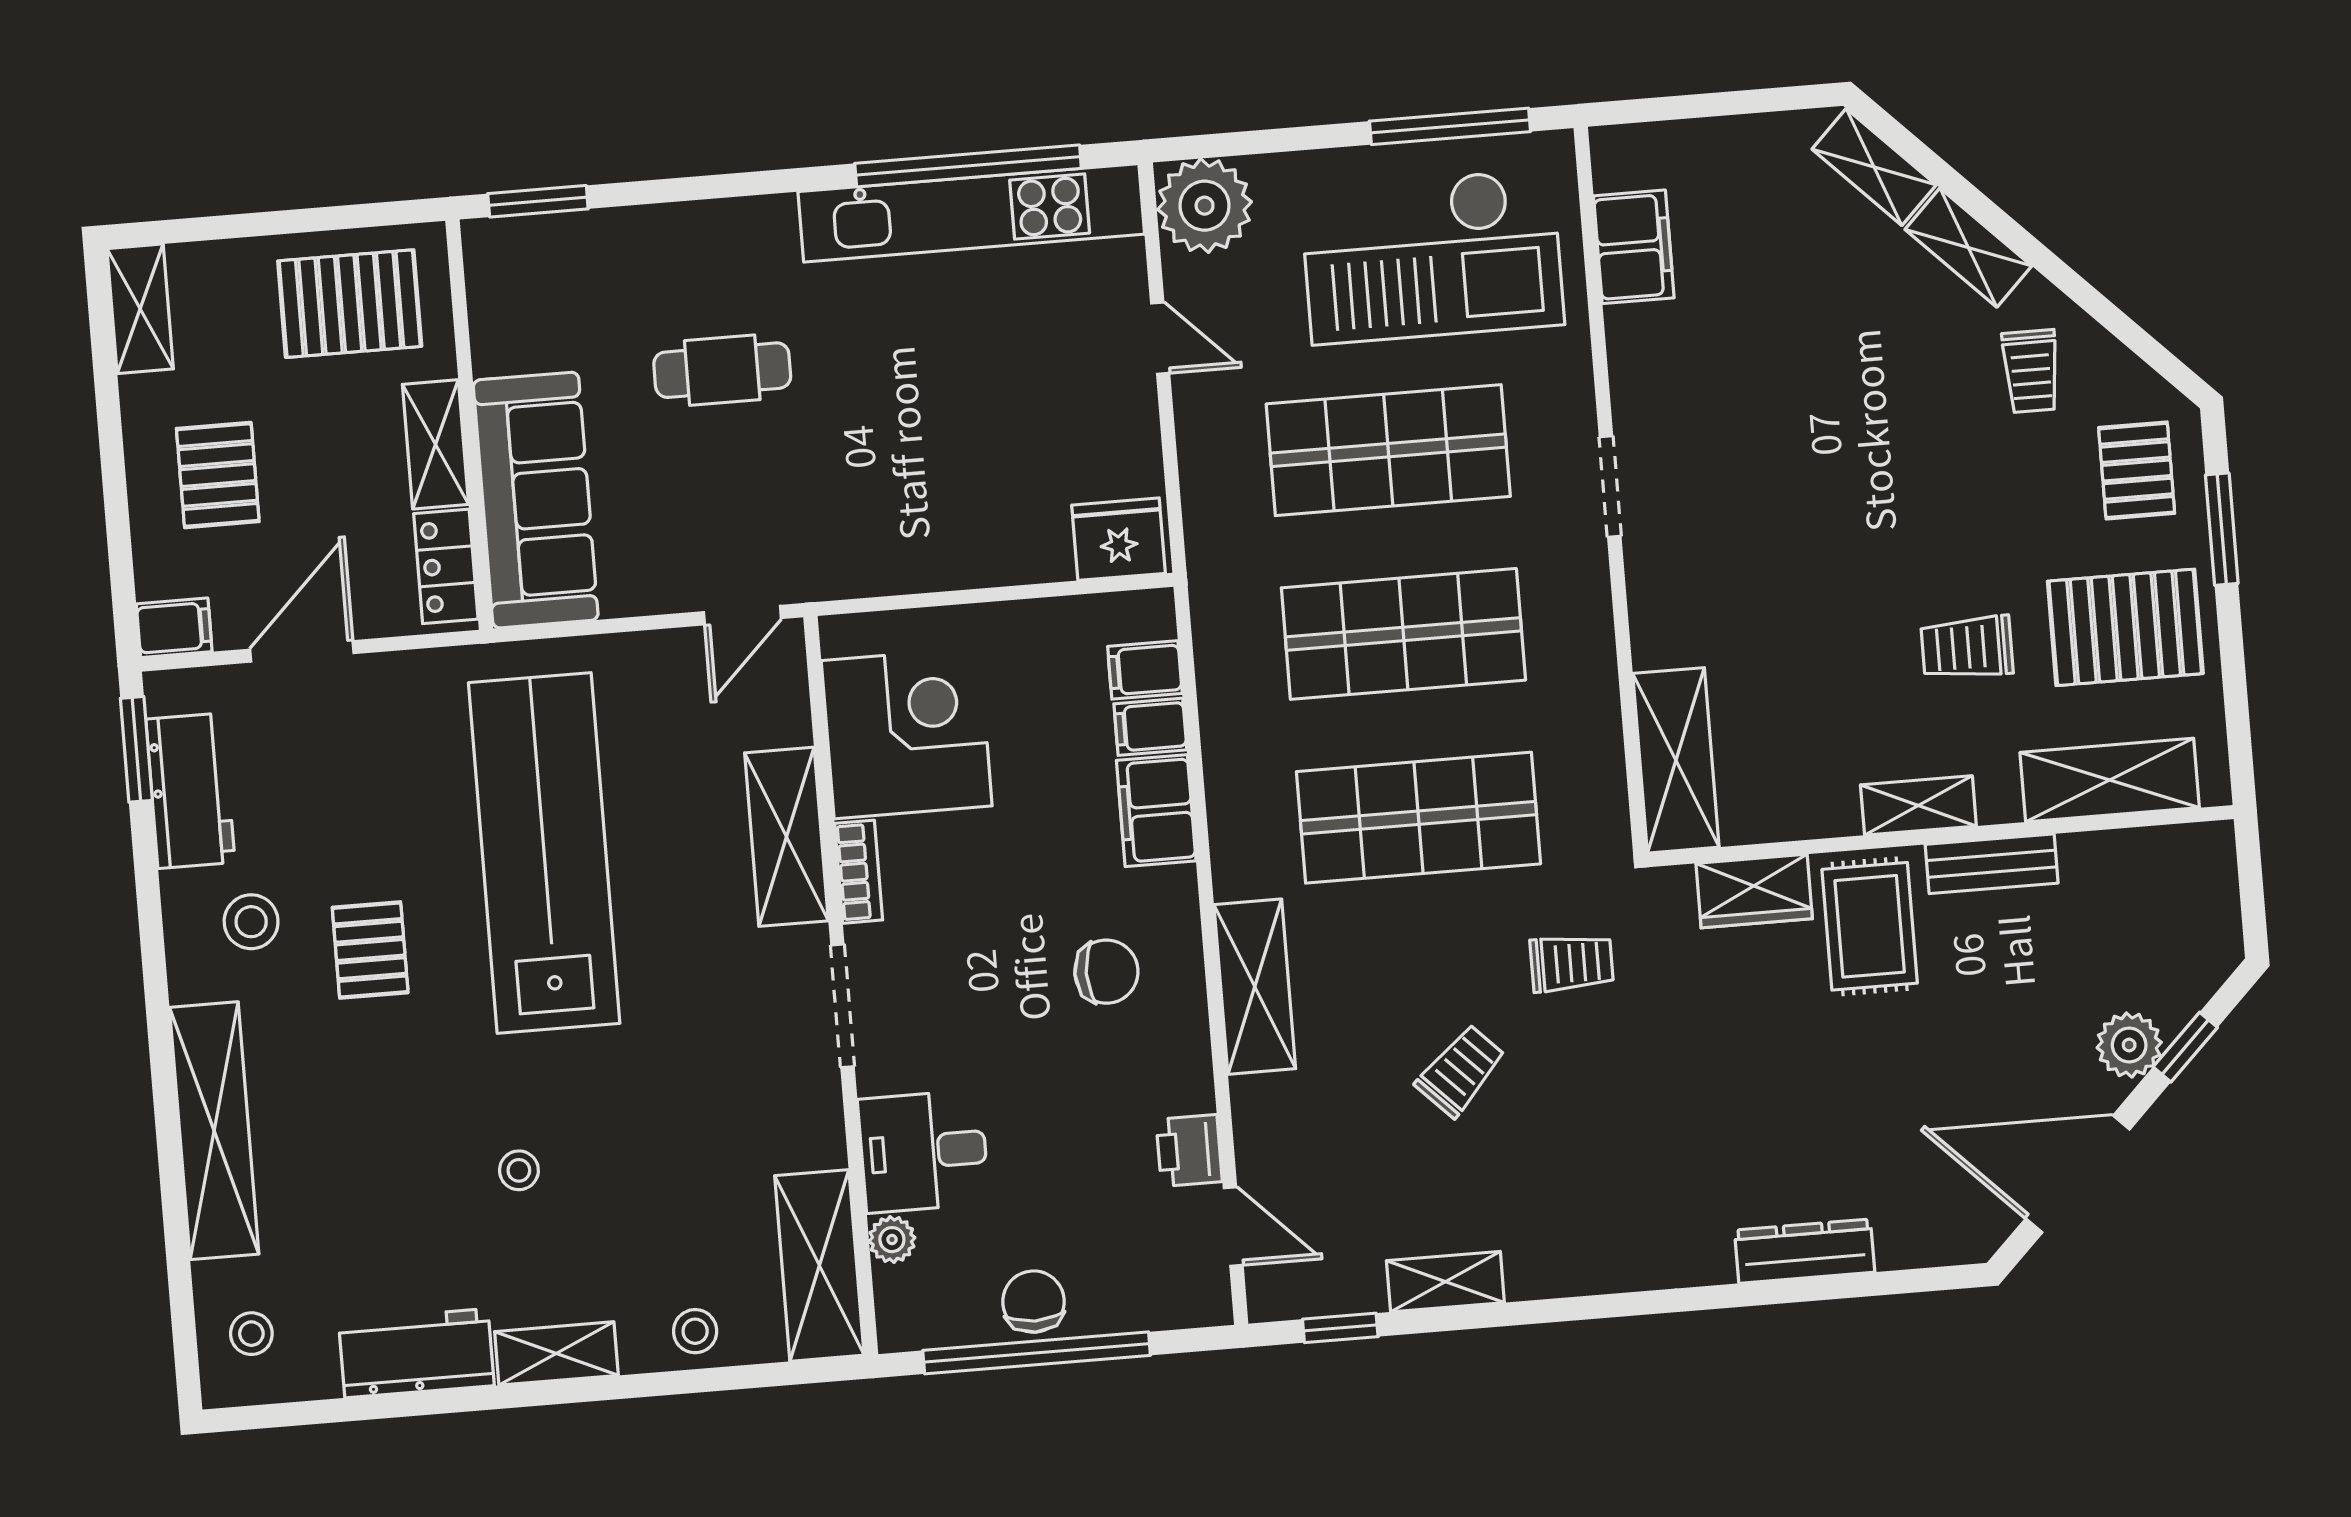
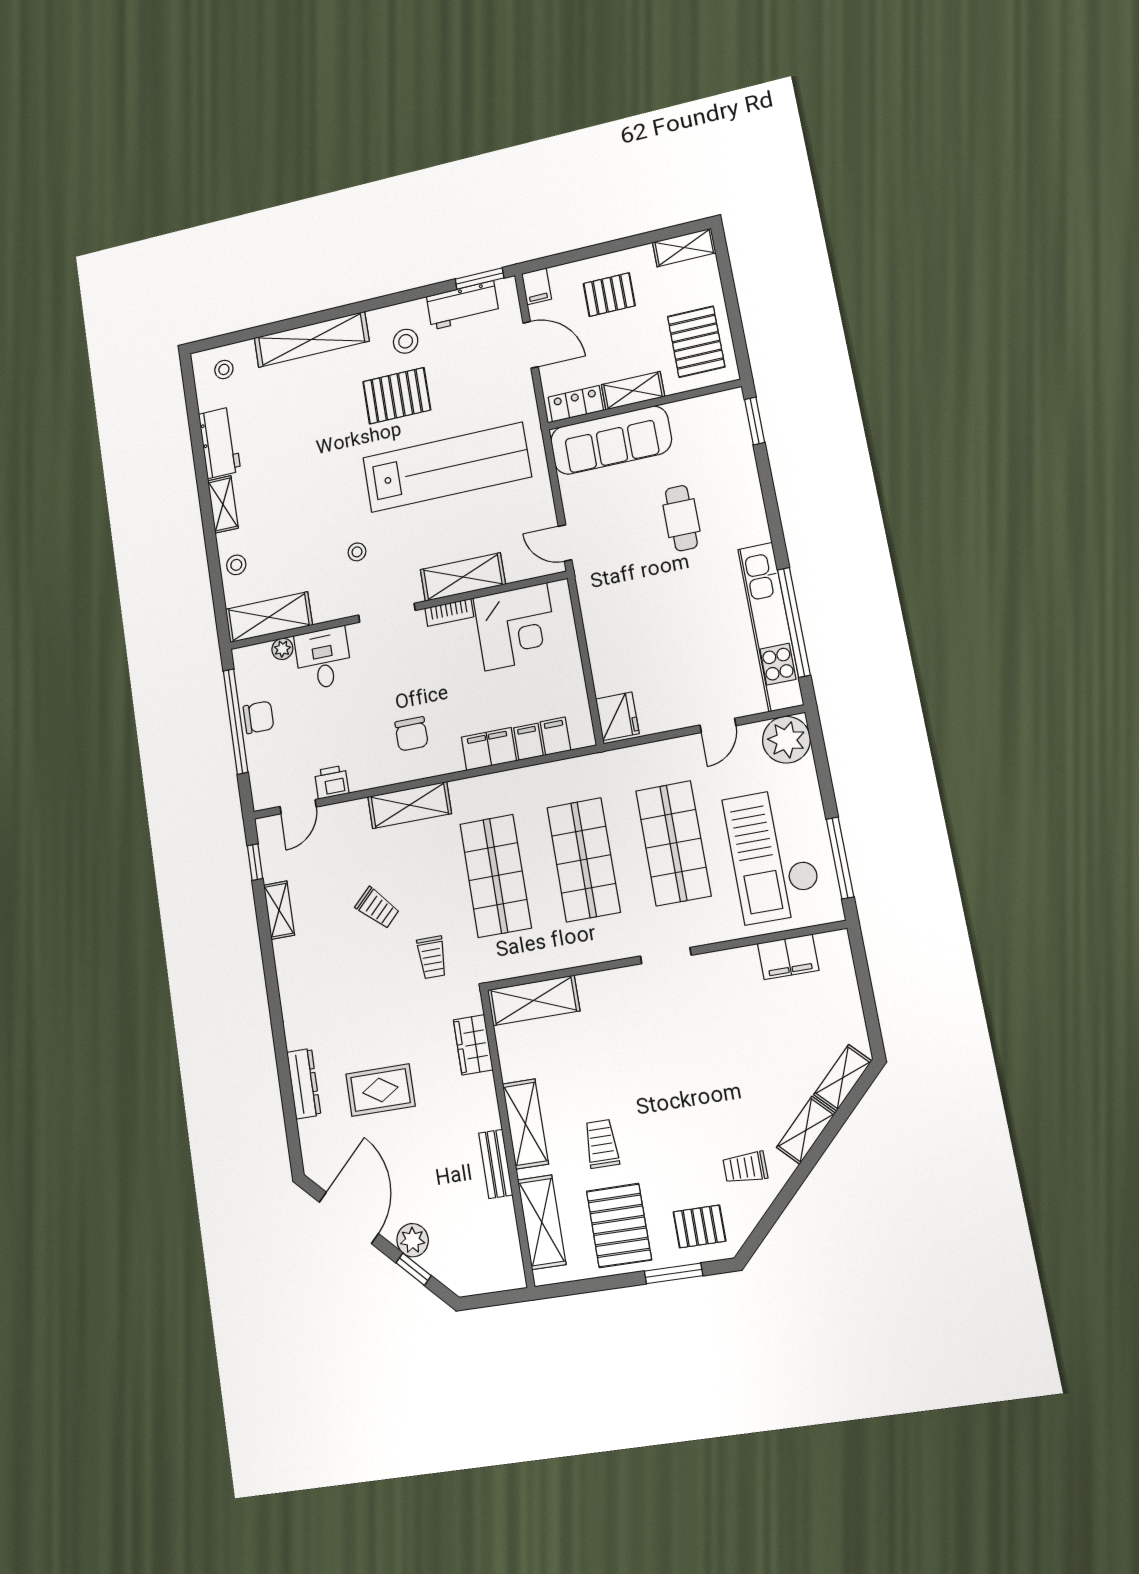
shelving: (1918, 805) -> (525, 1124), width x1.50, depth x1.33
rug: (1870, 926) -> (380, 1090), moved
pallet: (370, 950) -> (397, 396), width x1.50, depth x1.42
stool: (519, 1170) -> (357, 552), moved

